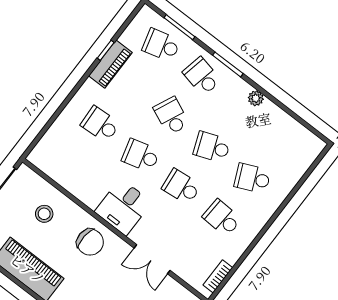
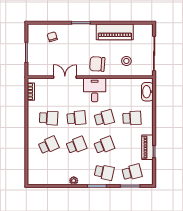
school desk: (171, 116) -> (104, 145), turned -45
washbasin: (48, 145) -> (147, 92), added

